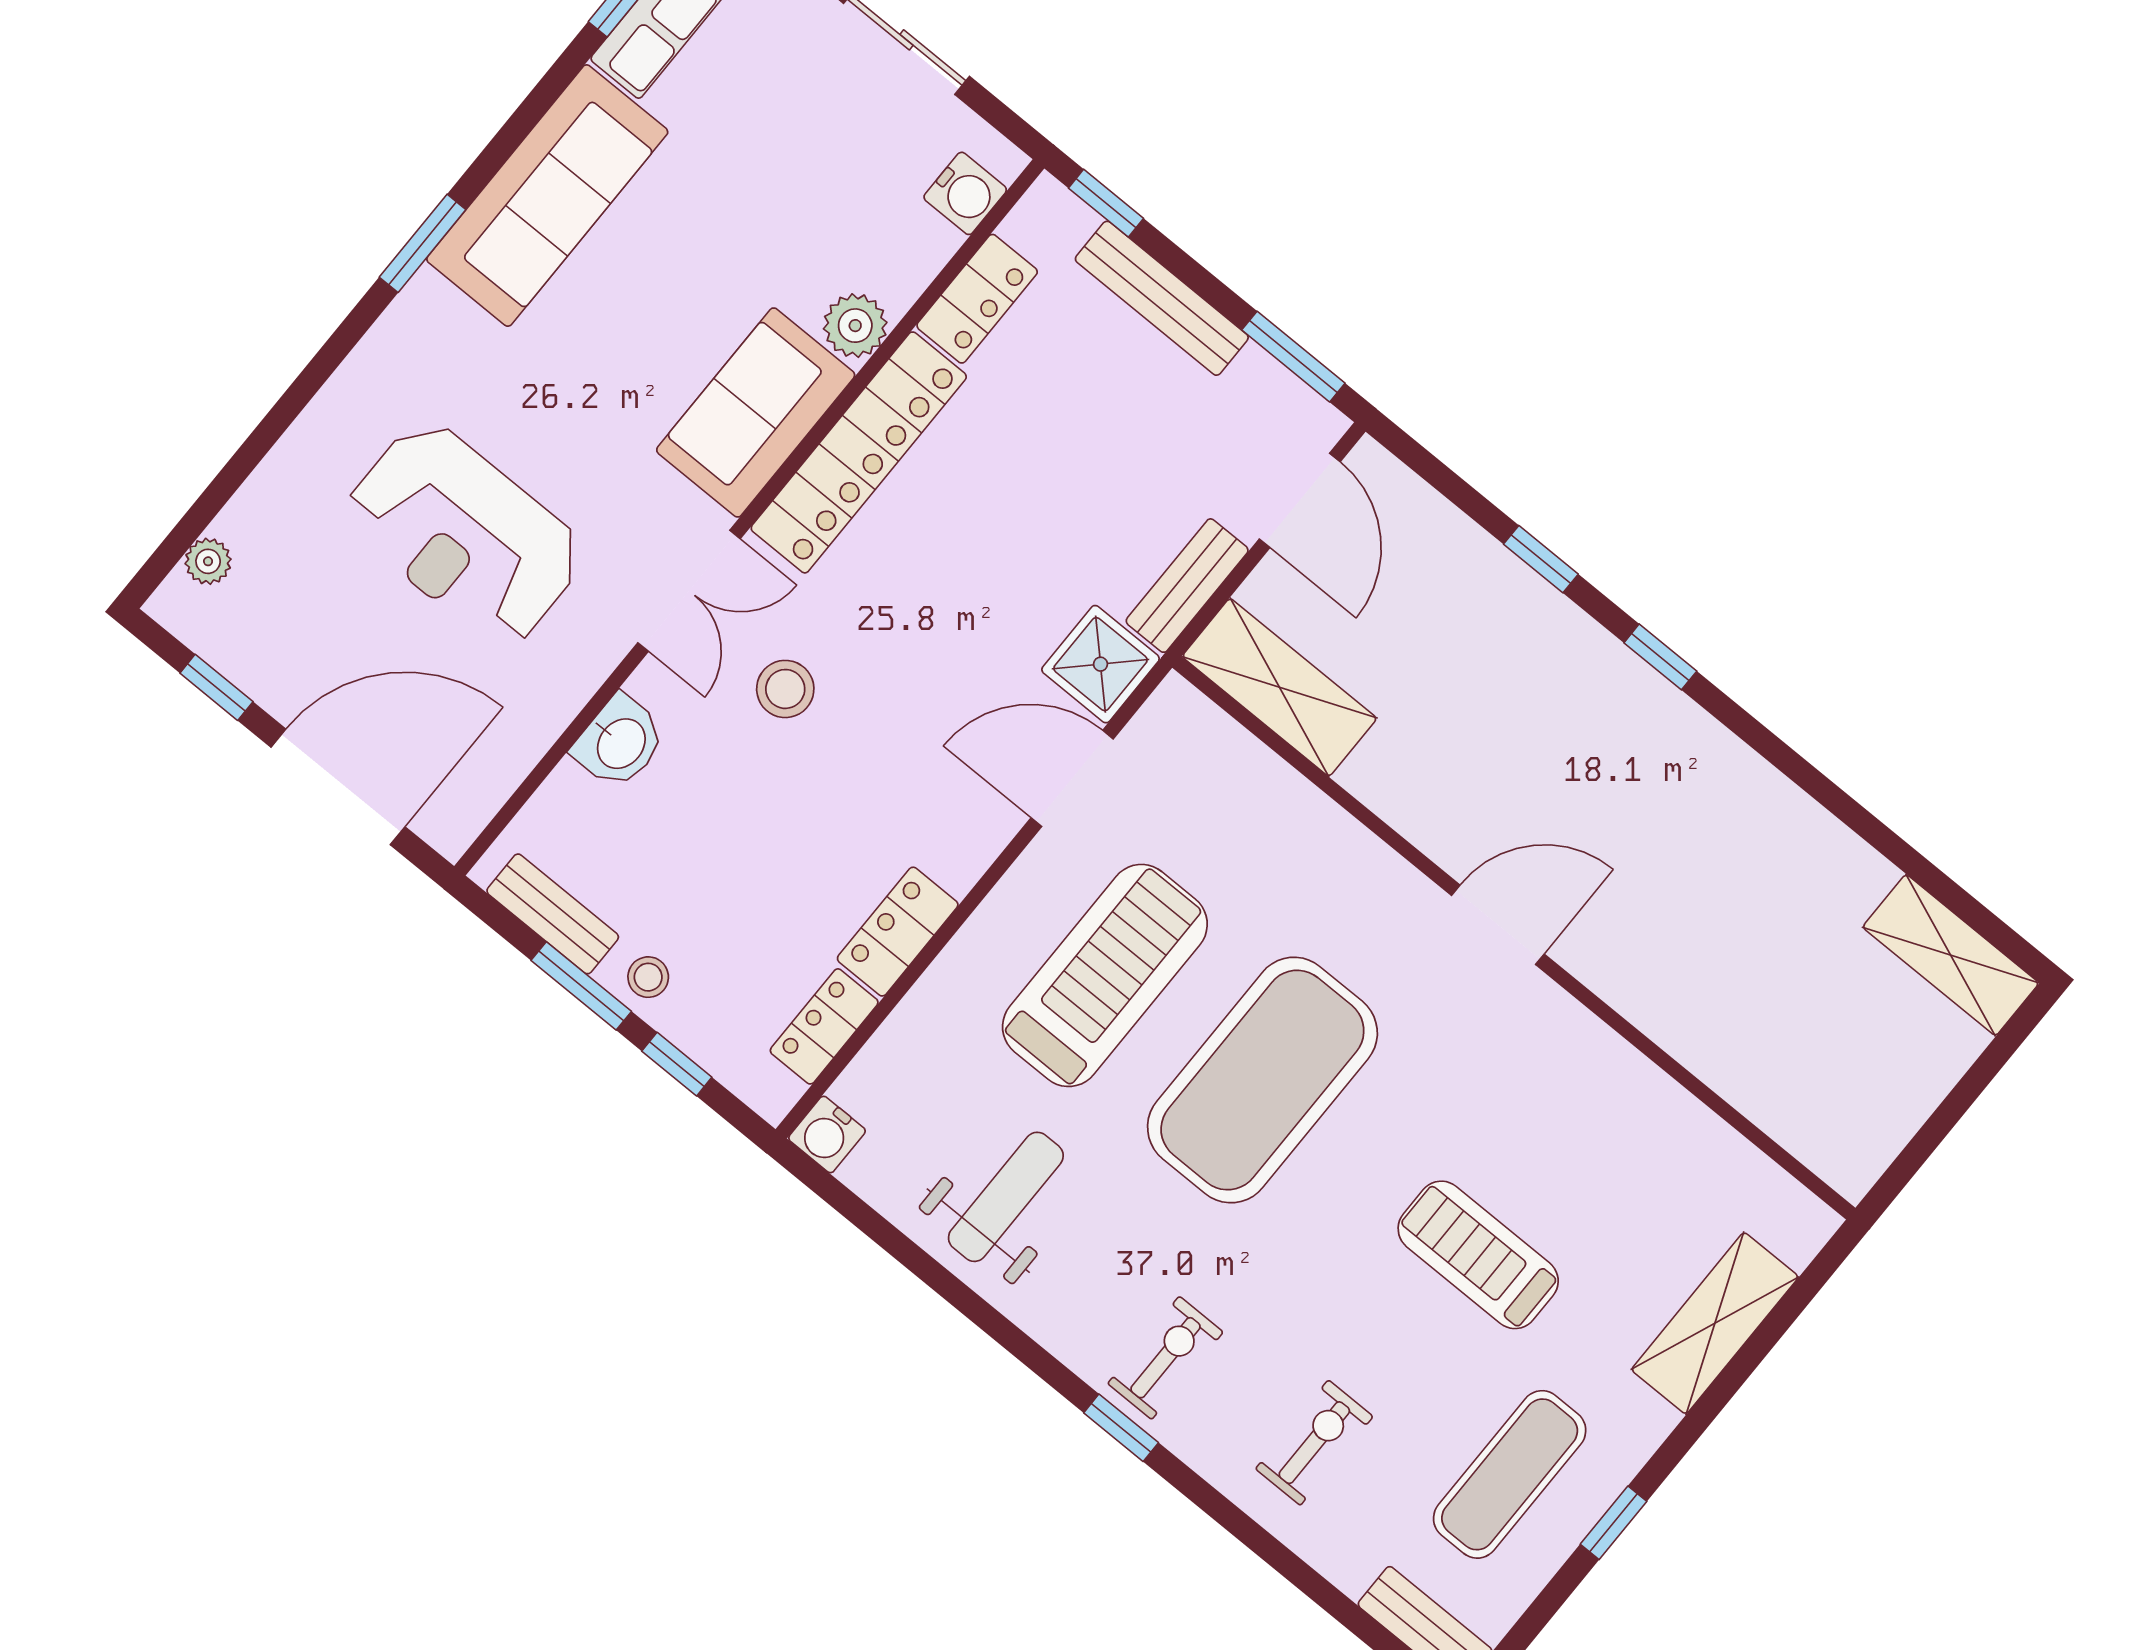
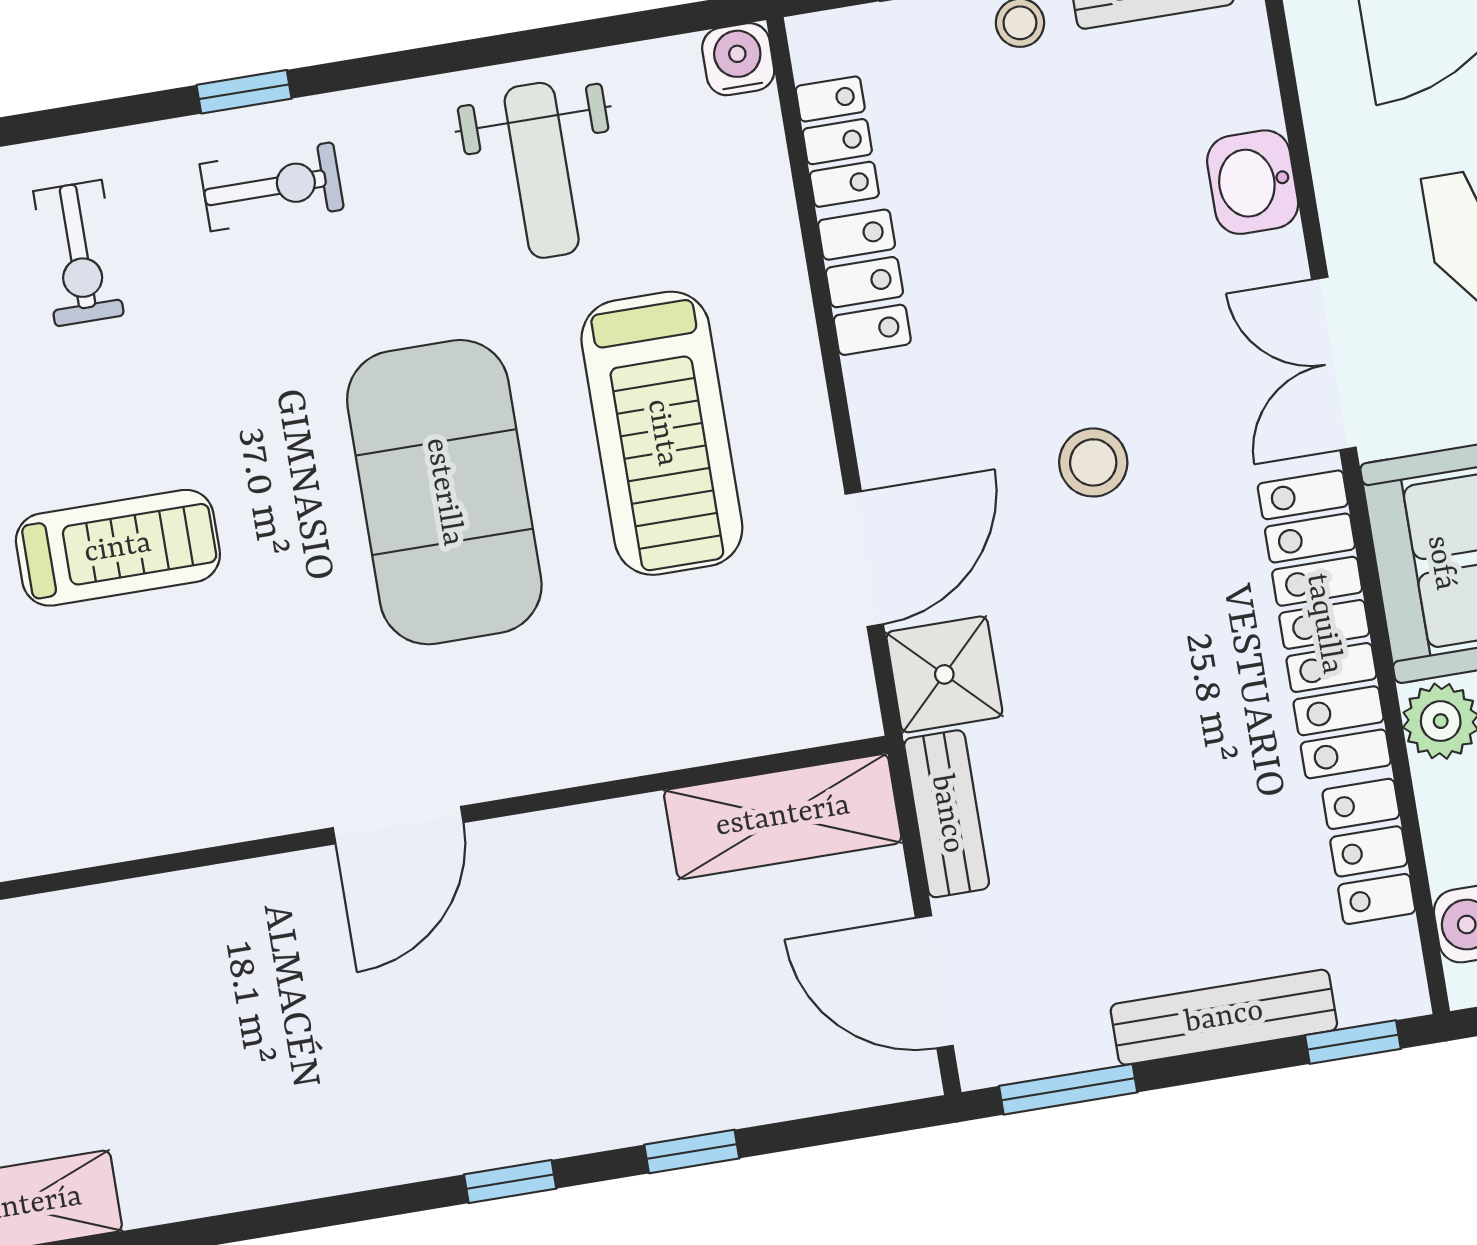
stool: (785, 689) -> (1093, 462), moved
exercise bike: (1165, 1358) -> (272, 187), turned -90

